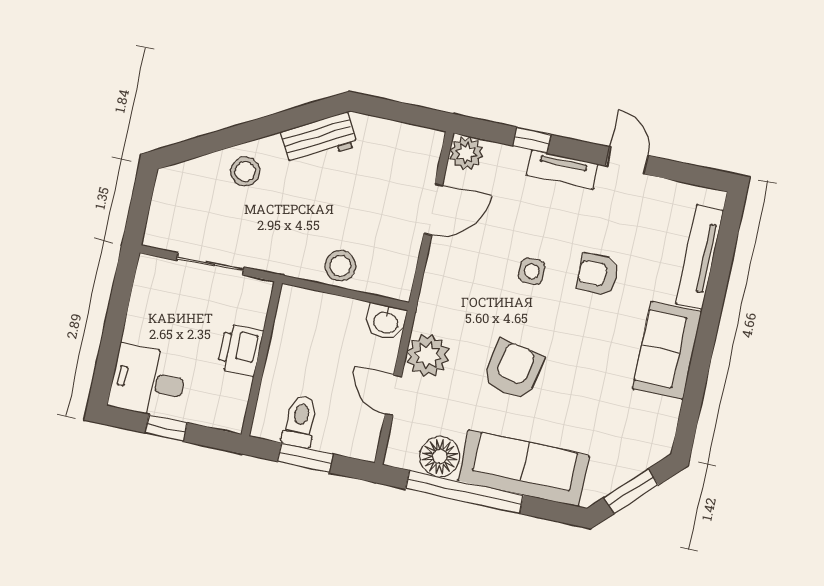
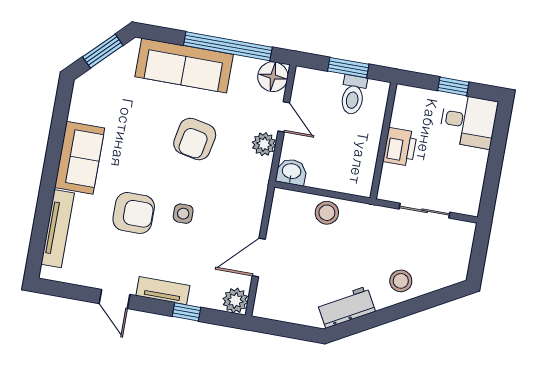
armchair: (598, 274) -> (134, 213), width x1.38, depth x1.38
plant: (428, 355) -> (264, 144), width x0.73, depth x0.73
floor lamp: (440, 457) -> (273, 77), moved

